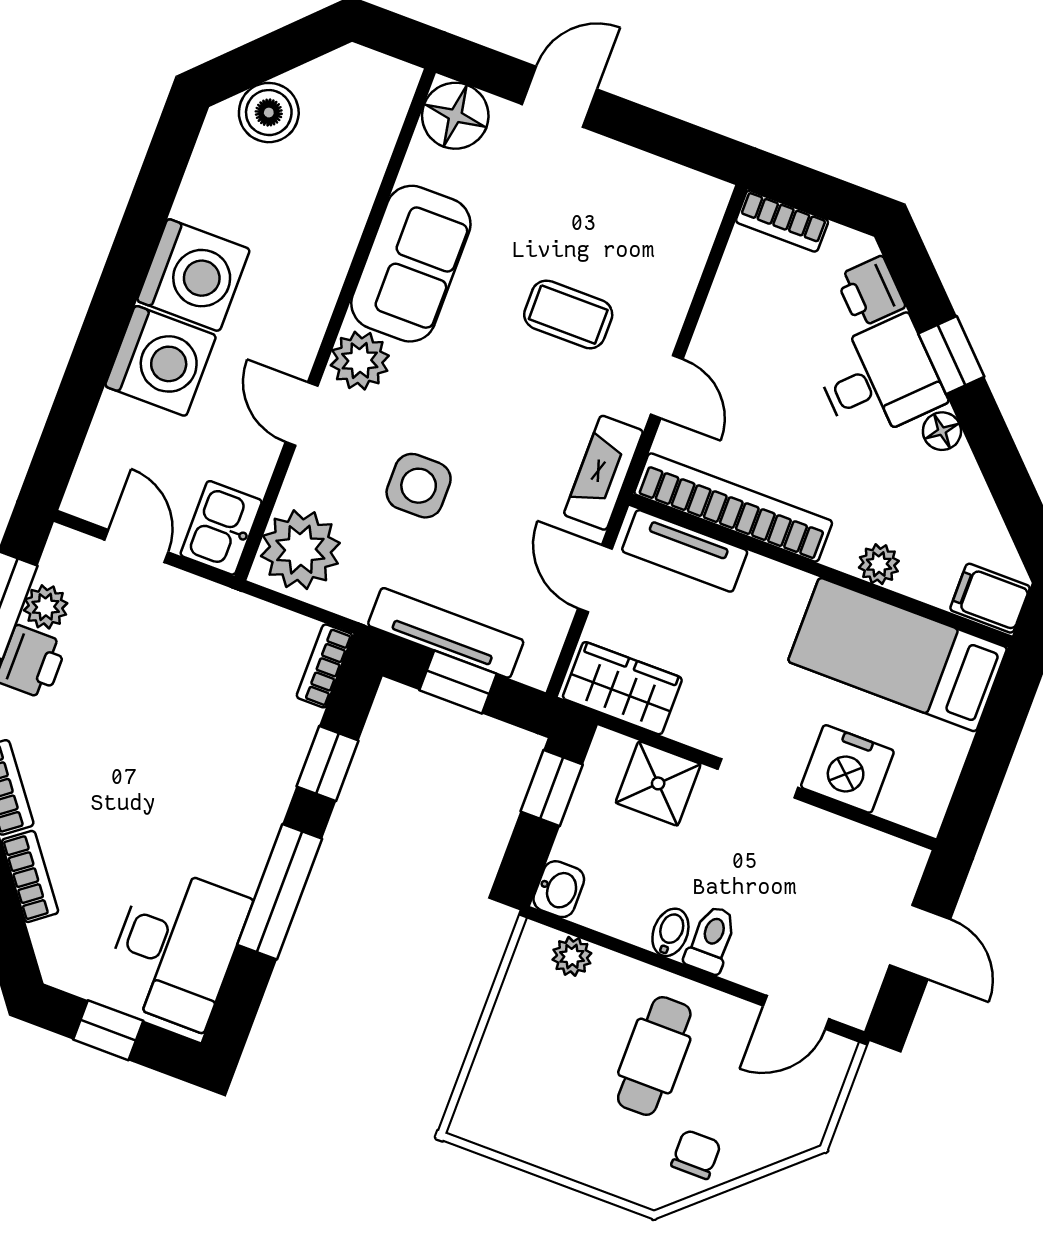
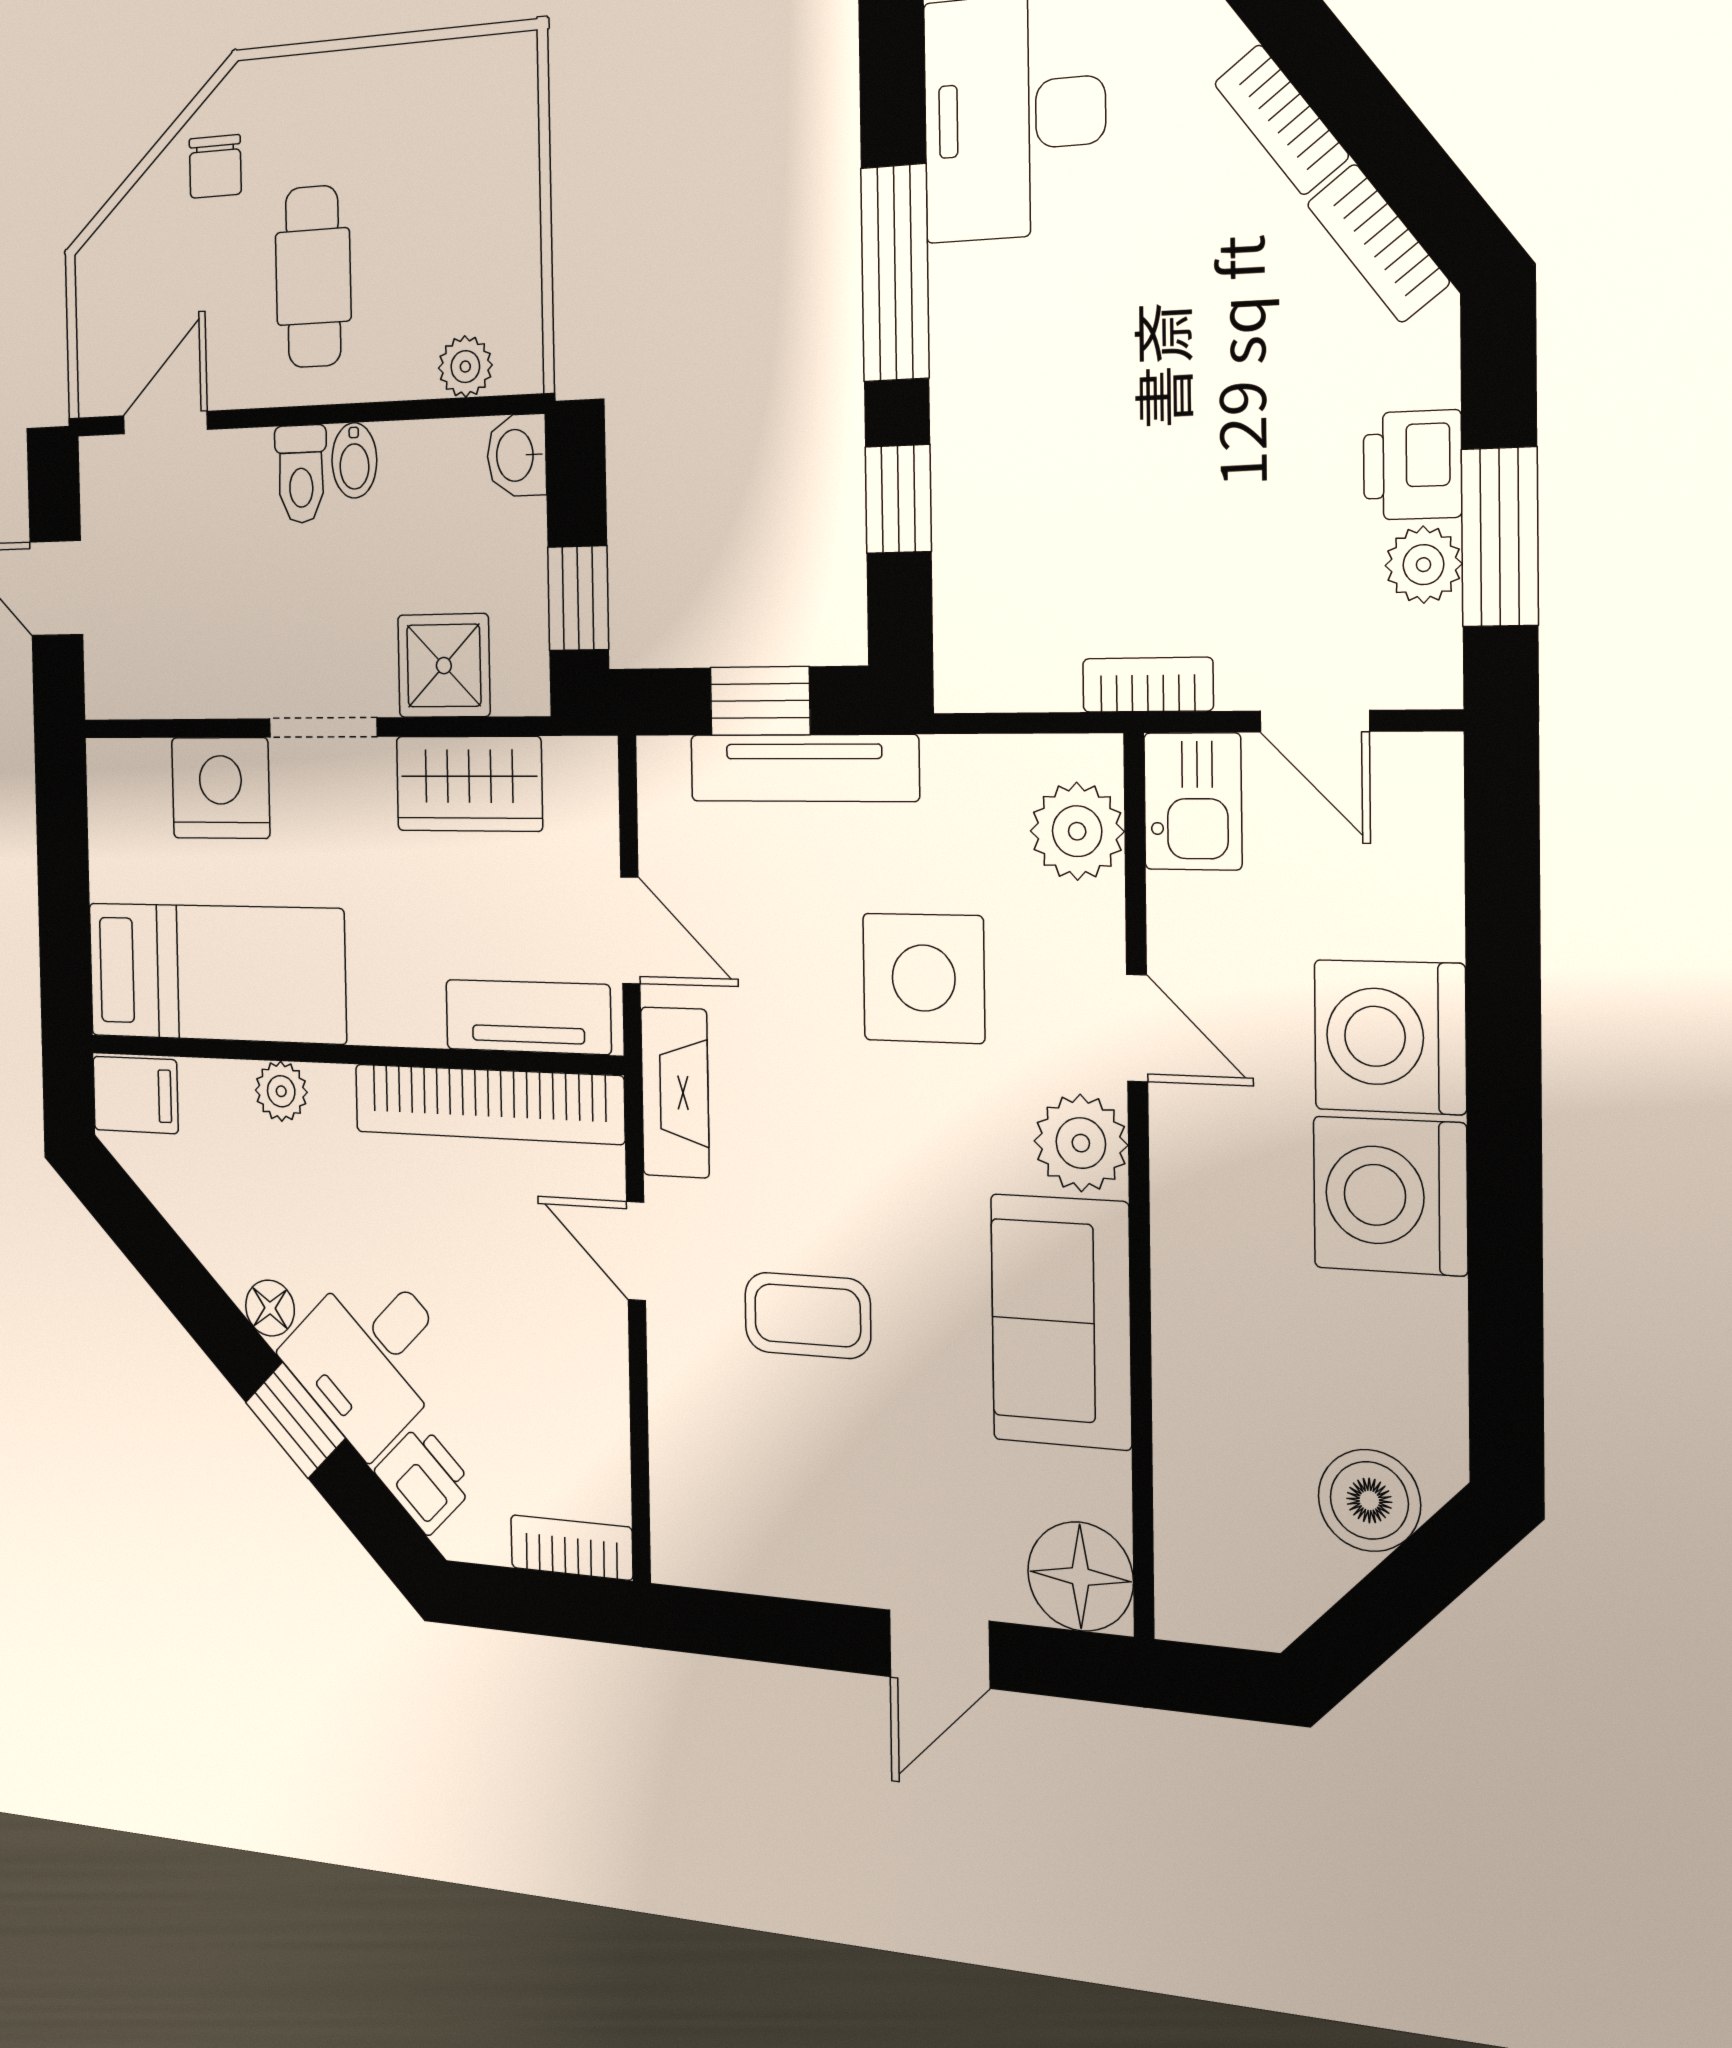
side table: (419, 486) -> (924, 978), width x1.37, depth x1.37
plant: (300, 550) -> (1077, 831), width x0.73, depth x0.73
bookcase: (325, 666) -> (1148, 685), moved, turned -90
wardrobe: (622, 688) -> (469, 784), moved

